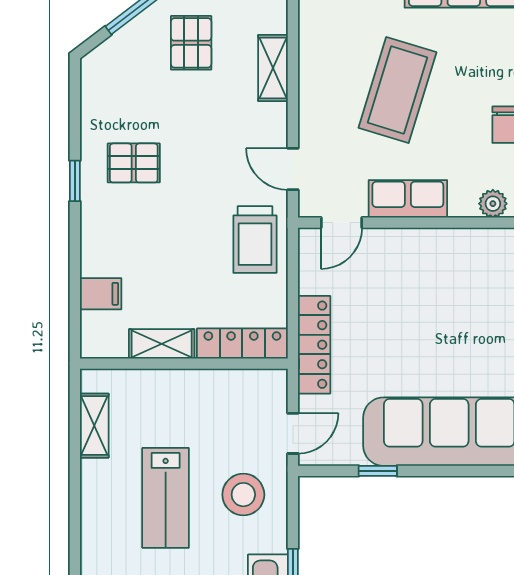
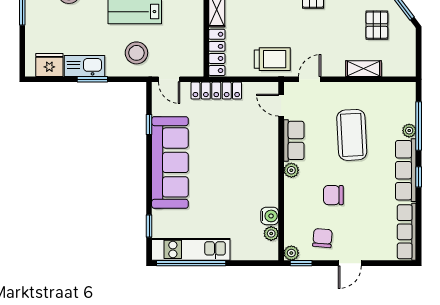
pallet: (191, 43) -> (377, 25), turned 90
coffee table: (397, 90) -> (352, 135), turned 70
plant: (493, 204) -> (291, 170), moved
trolley: (255, 240) -> (272, 59), turned 180

